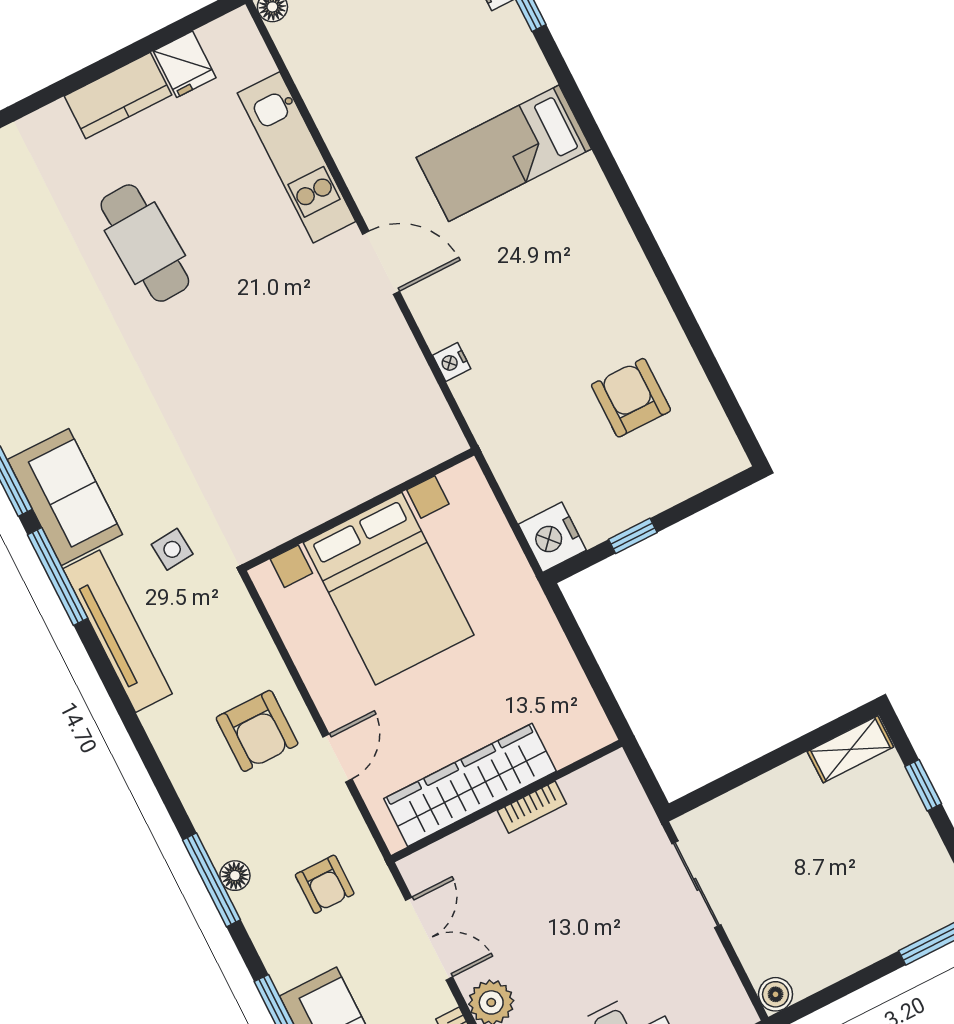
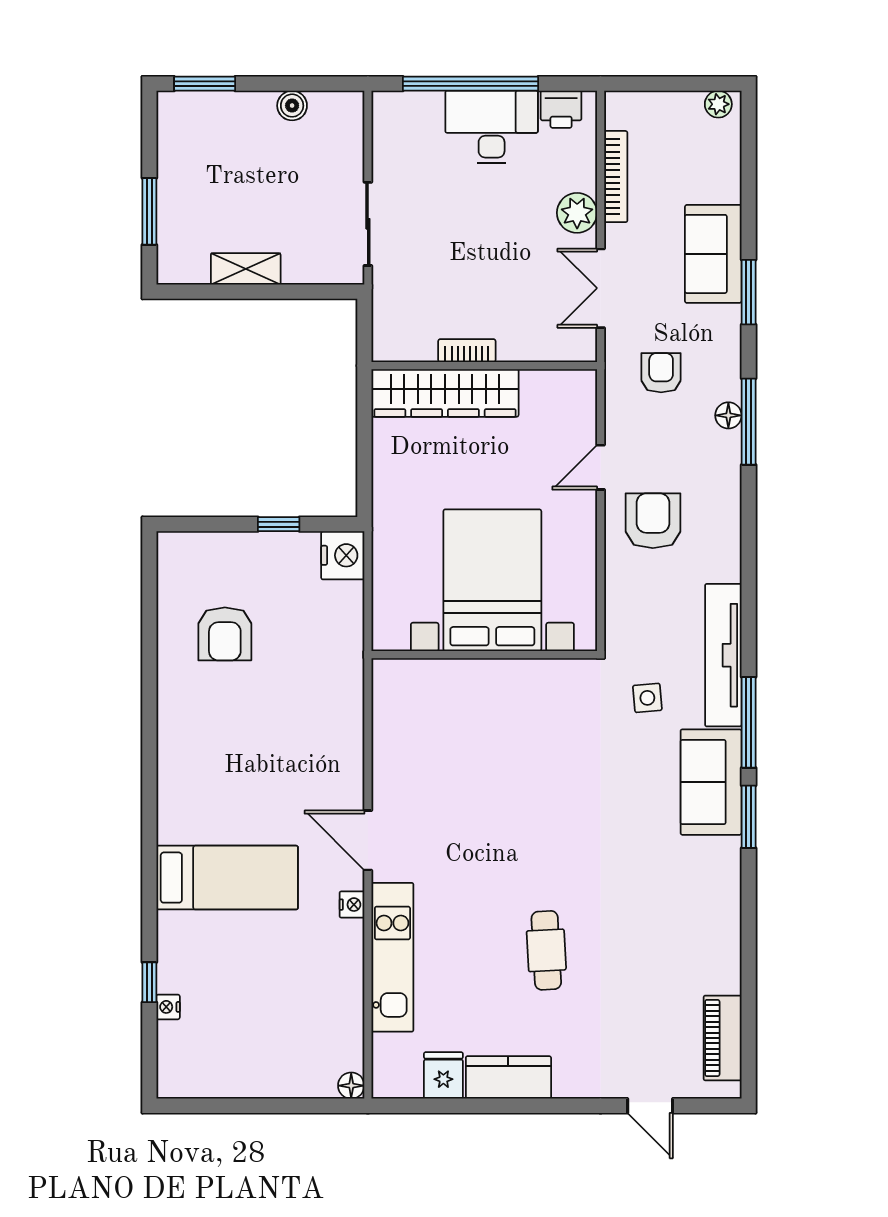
cafe table: (145, 243) -> (546, 950), width x0.73, depth x0.74
nightstand: (452, 362) -> (352, 905), moved
shelving: (850, 749) -> (246, 269), moved
wardrobe: (470, 785) -> (445, 393), moved
window: (923, 785) -> (149, 211), width x1.50
boiler: (776, 994) -> (292, 106), moved

